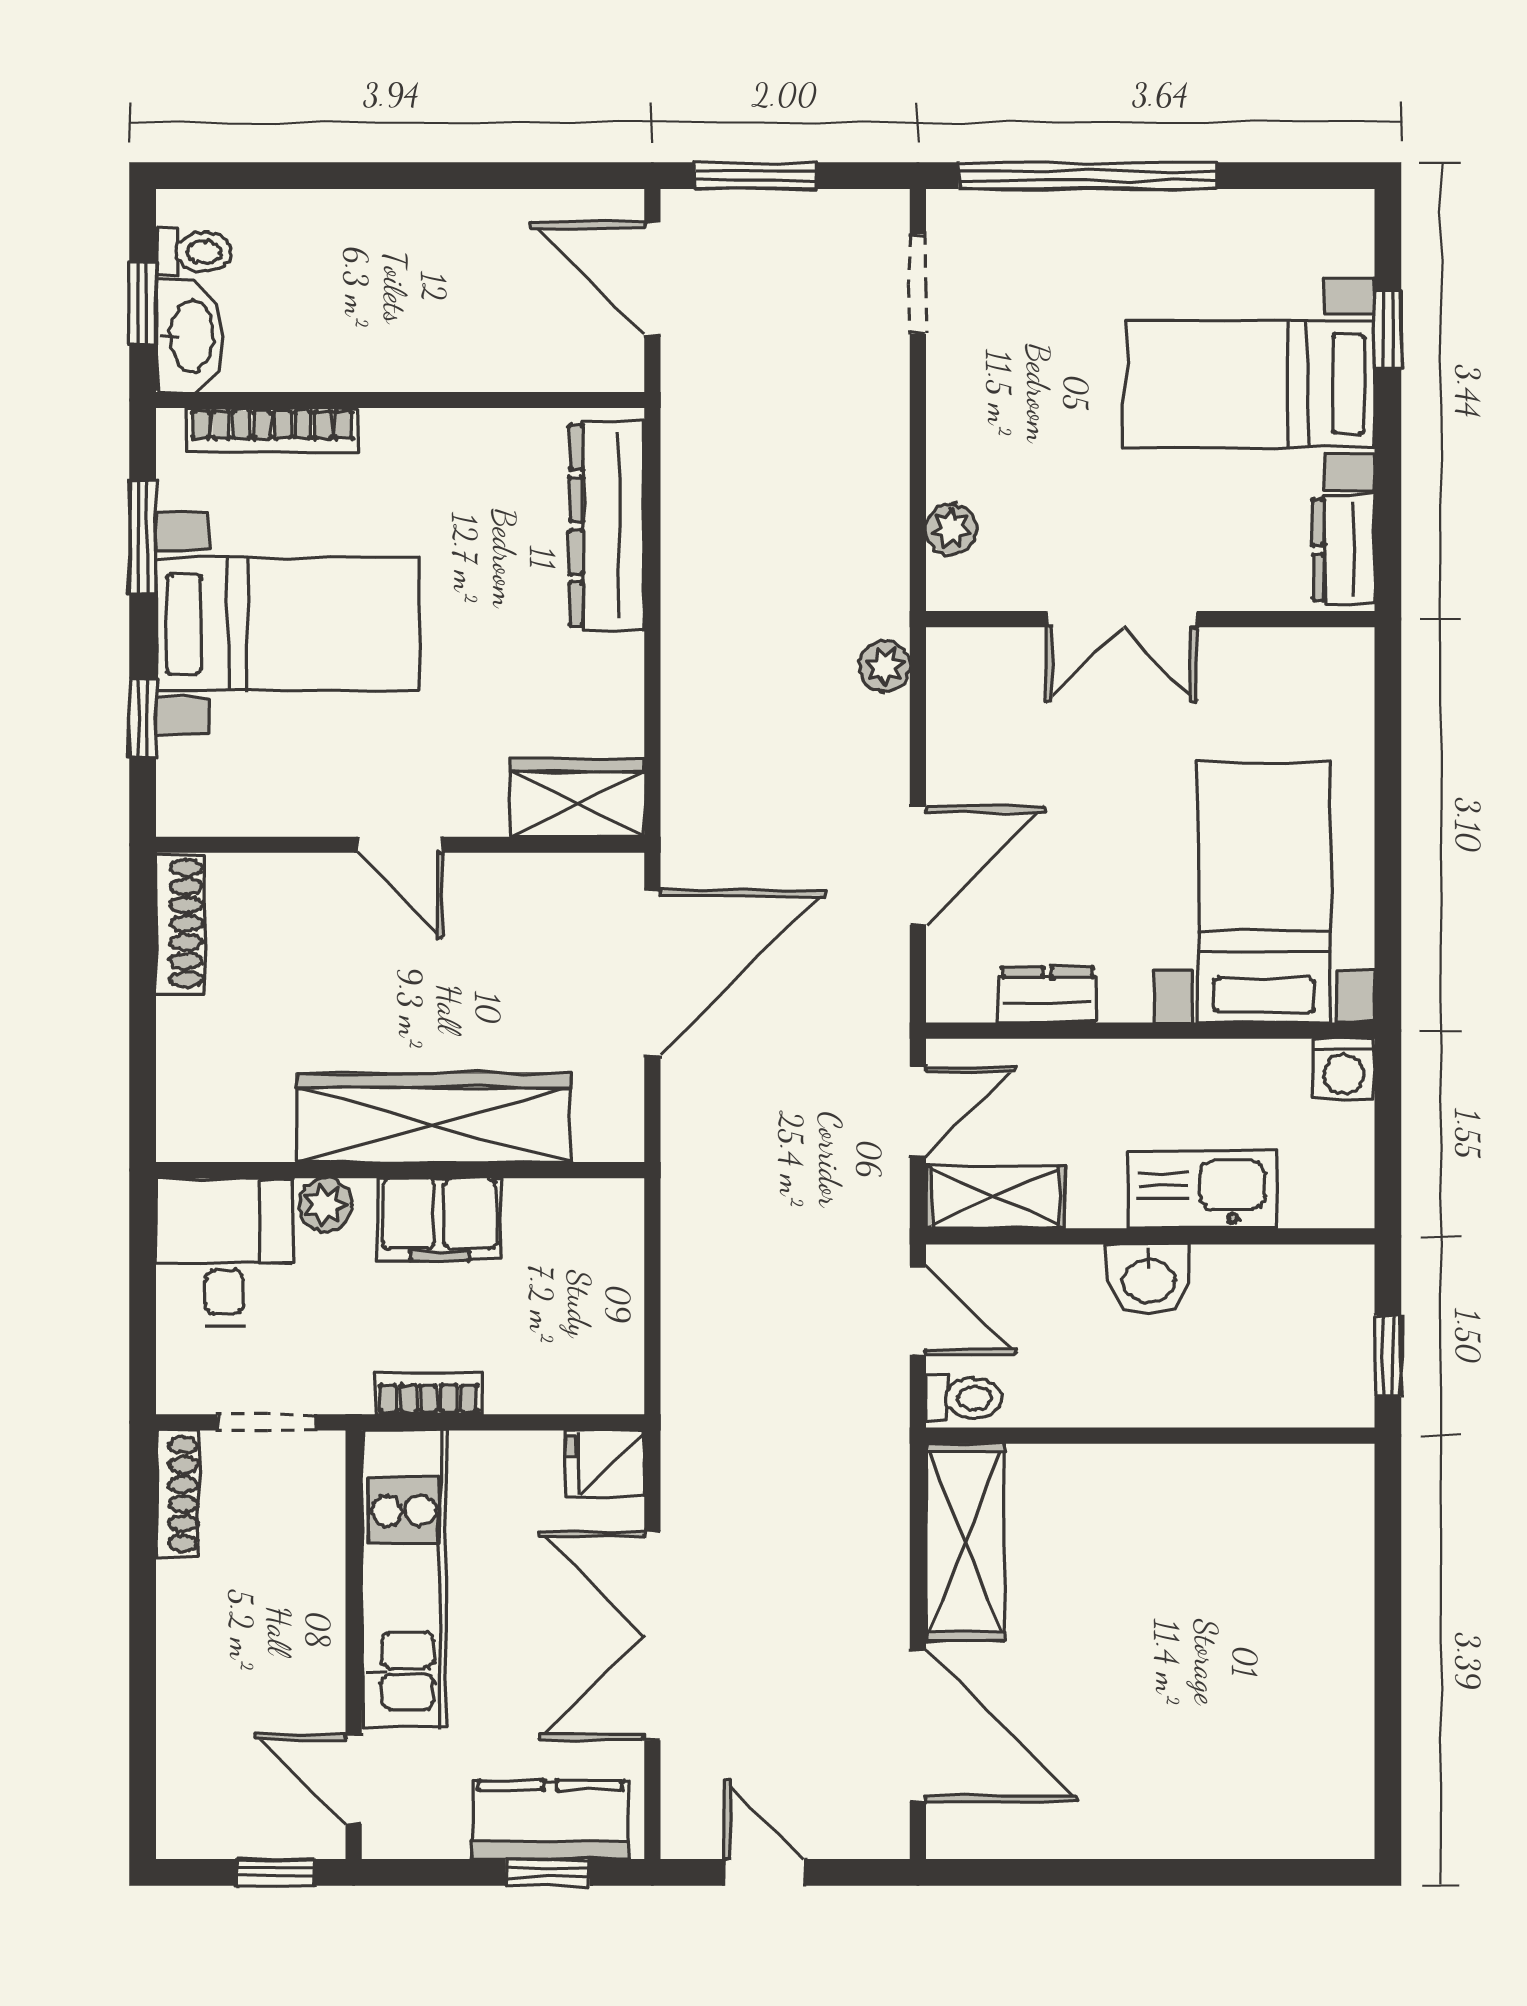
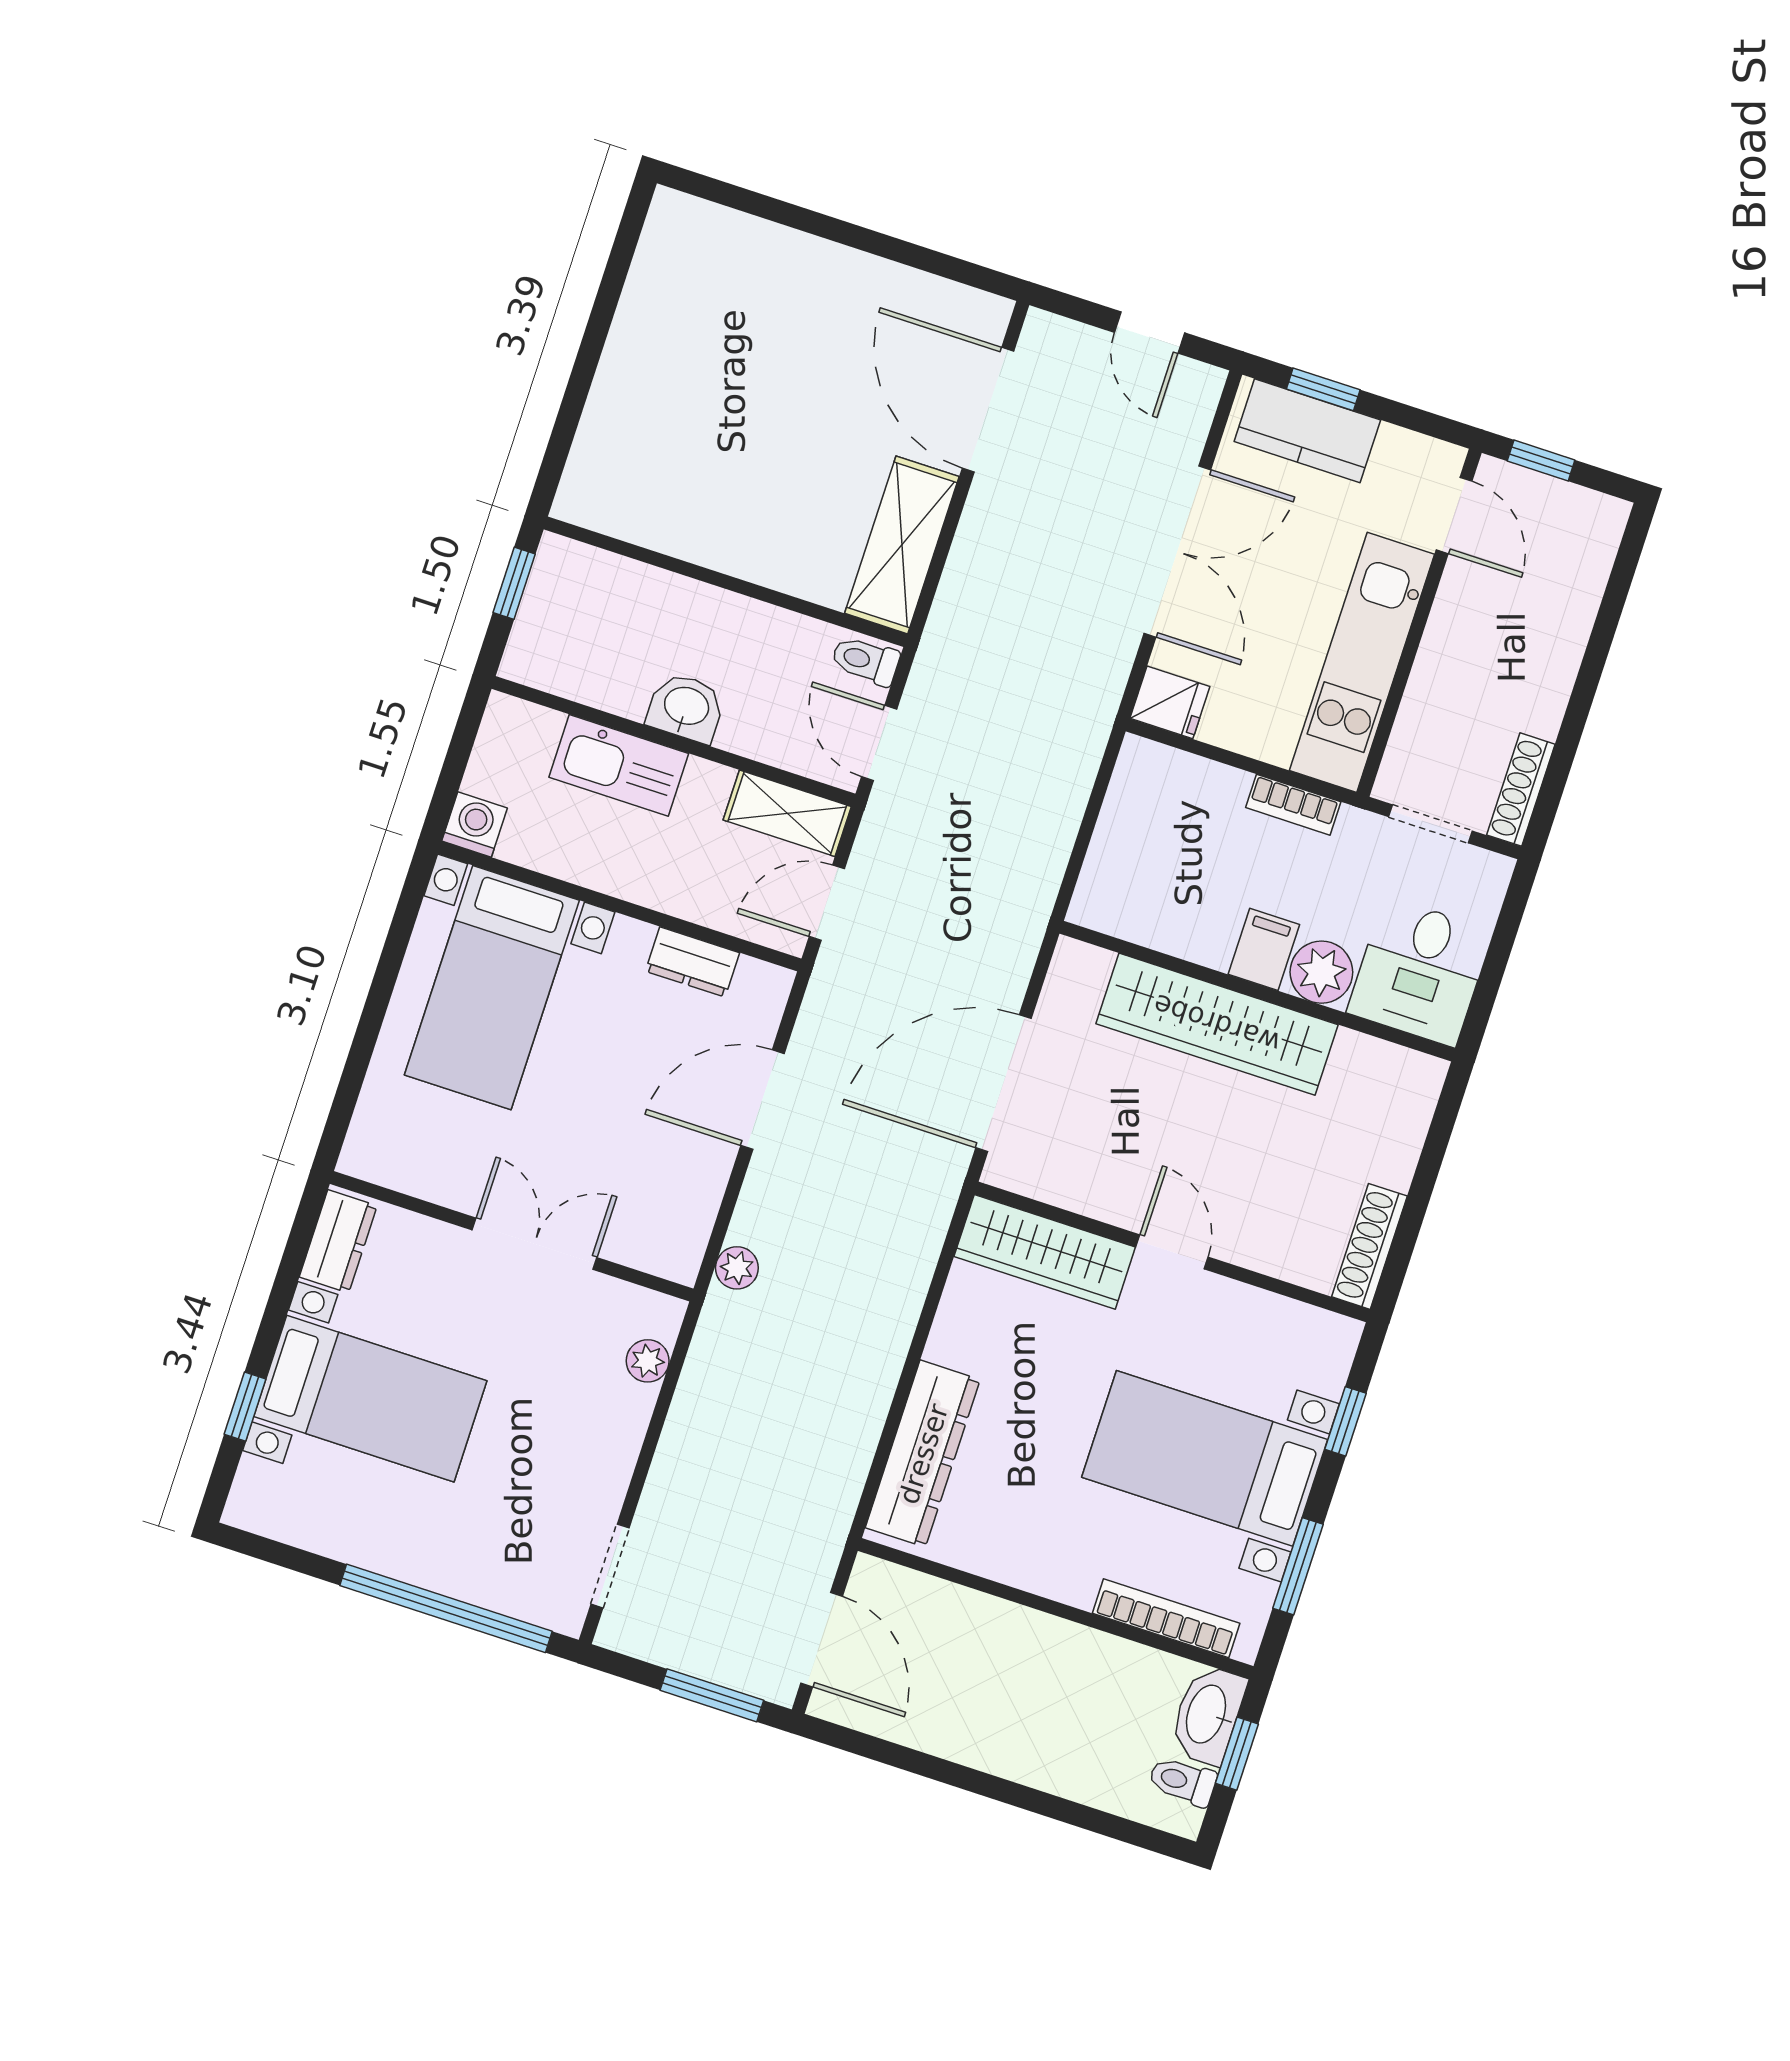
wardrobe: (577, 798) -> (1045, 1252), width x1.50
plant: (325, 1205) -> (1321, 972), width x1.38, depth x1.38
filing cabinet: (439, 1219) -> (1264, 949), width x0.50

